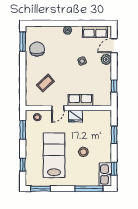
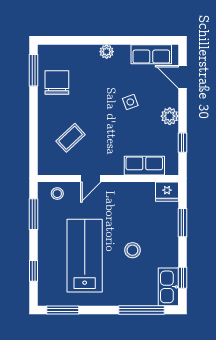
door: (114, 46) -> (183, 77), hinge flipped
plant: (106, 59) -> (170, 116), moved
row of seats: (80, 100) -> (144, 166), moved
fridge: (75, 116) -> (167, 192), moved

